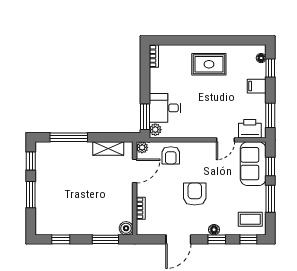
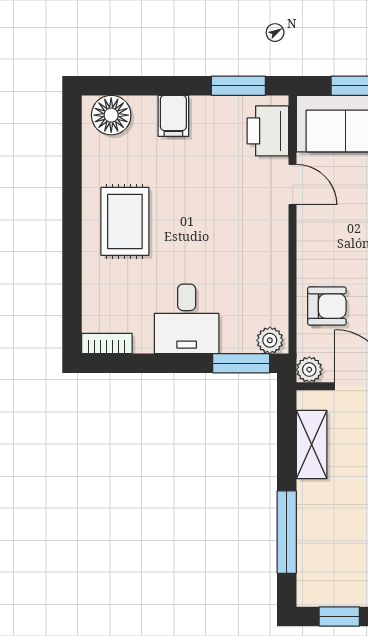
floor lamp: (261, 58) -> (111, 115), width x1.89, depth x1.89
window: (270, 68) -> (133, 86), removed
desk: (165, 108) -> (187, 319), moved

